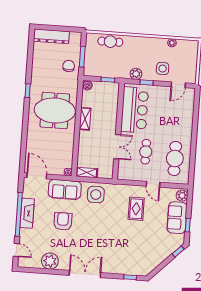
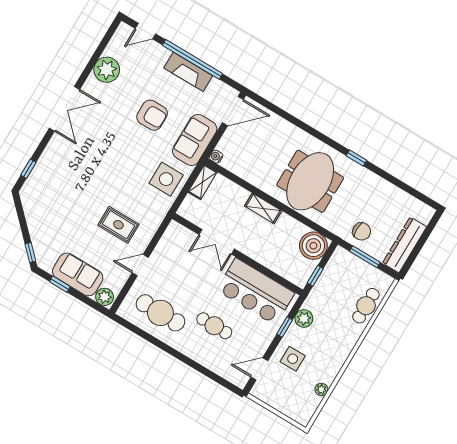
dresser: (51, 36) -> (404, 245), moved
boiler: (87, 85) -> (313, 246), width x1.86, depth x1.86
door: (178, 85) -> (259, 369), hinge flipped
shelving: (85, 119) -> (263, 208), moved
cafe table: (146, 152) -> (214, 326), moved

